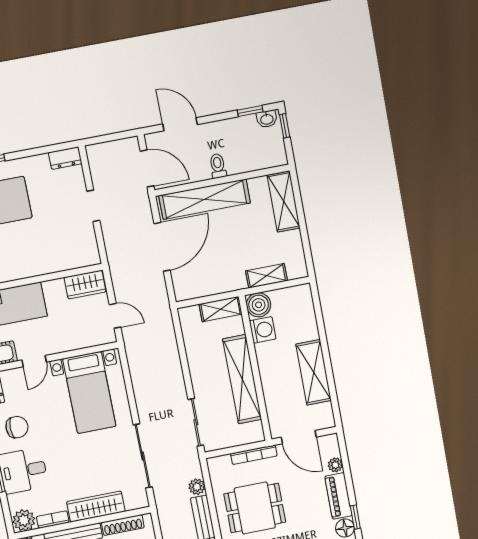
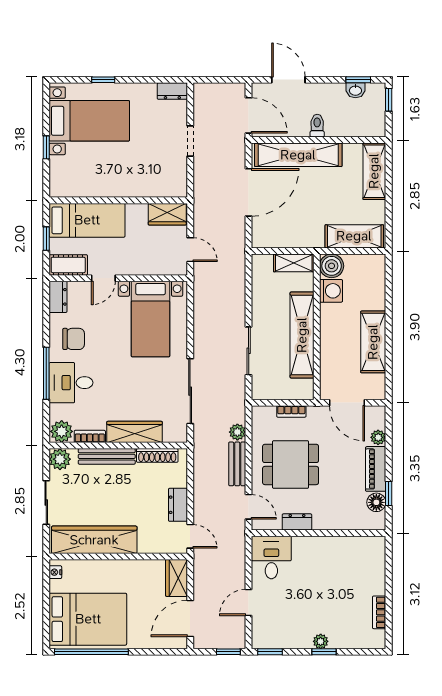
washbasin: (267, 119) -> (355, 90), moved
shelving: (266, 276) -> (354, 236), width x1.50, depth x1.33
sliding door: (196, 422) -> (249, 351), moved
bookcase: (254, 455) -> (291, 411), width x0.64

